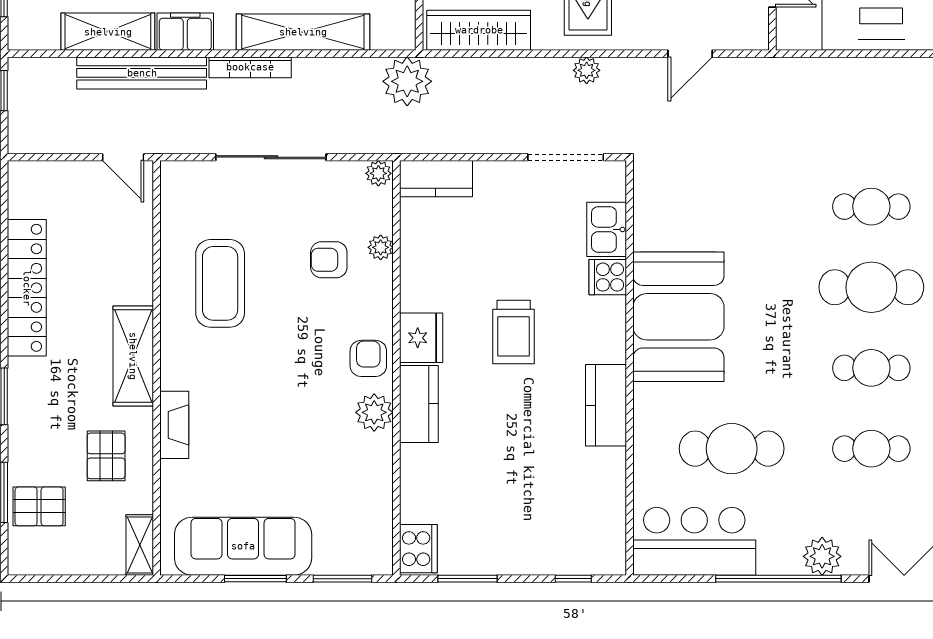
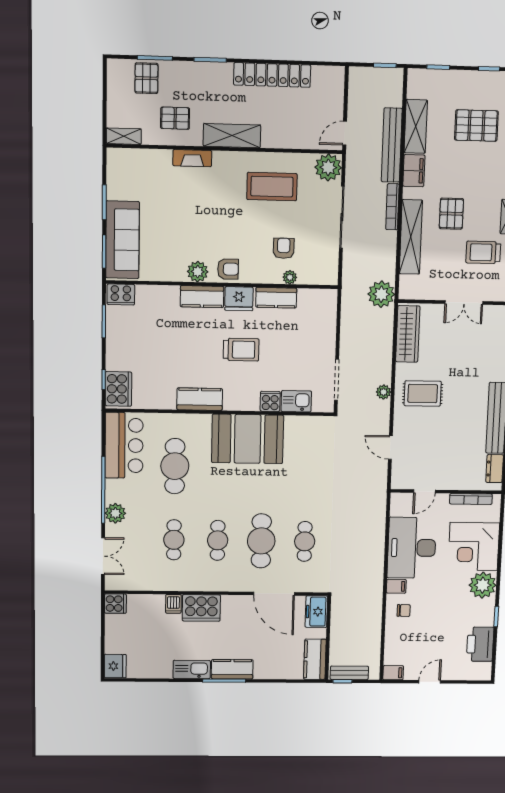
plant: (378, 173) -> (328, 167), moved, width x1.88, depth x1.88
kitchen counter: (436, 179) -> (276, 298), moved, turned -90
trolley: (514, 332) -> (241, 350), turned 180
sofa: (243, 546) -> (122, 240), moved
cooker: (590, 552) -> (118, 389), added

